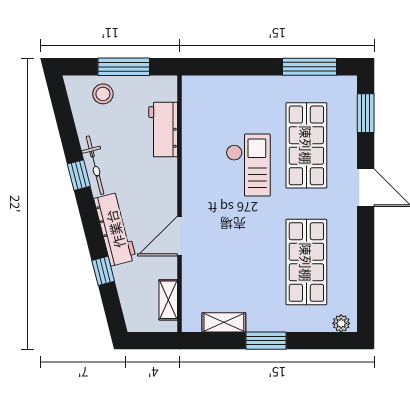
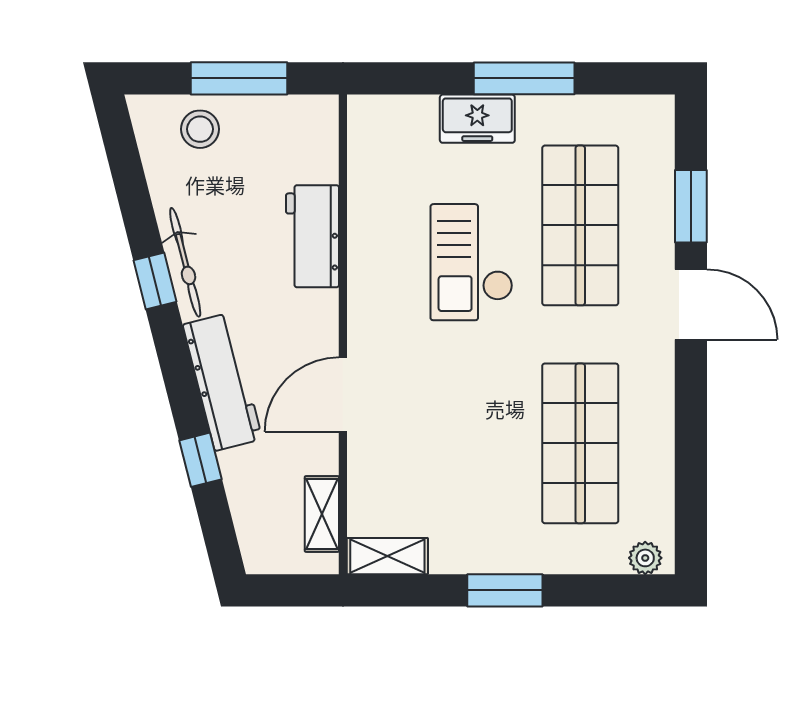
window: (309, 67) -> (524, 78), moved
freezer: (251, 88) -> (477, 119), added
window: (366, 113) -> (691, 206), moved
workbench: (163, 130) -> (313, 236), moved
checkout: (248, 165) -> (471, 262), turned 180
shelving: (224, 322) -> (387, 556), moved

